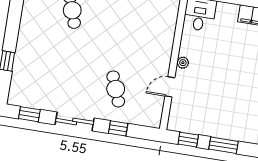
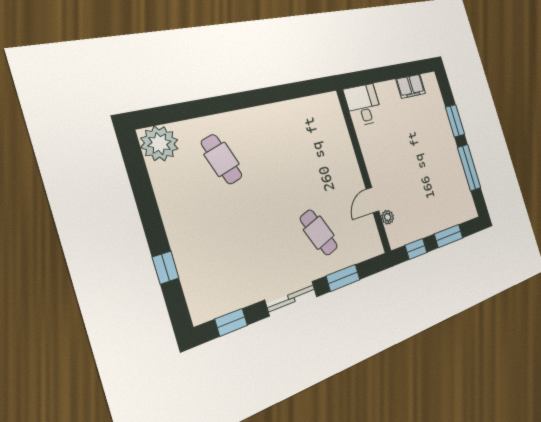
plant: (183, 63) -> (388, 217), moved
window: (118, 128) -> (343, 278), width x1.50

